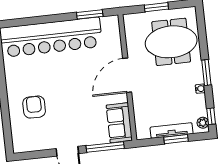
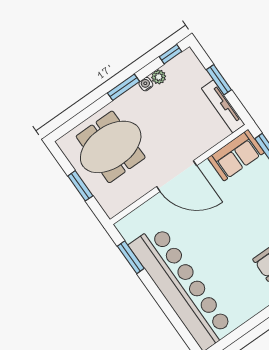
meeting table: (171, 42) -> (111, 147), turned 90
plant: (203, 123) -> (159, 77), moved
tv unit: (172, 130) -> (223, 106), moved

